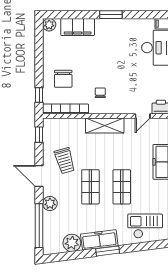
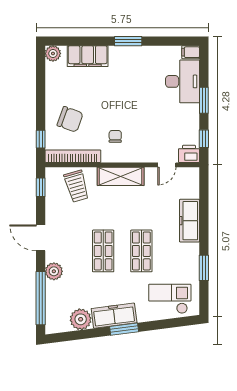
chair: (63, 79) -> (70, 119), turned -70
trolley: (65, 161) -> (76, 186), moved

